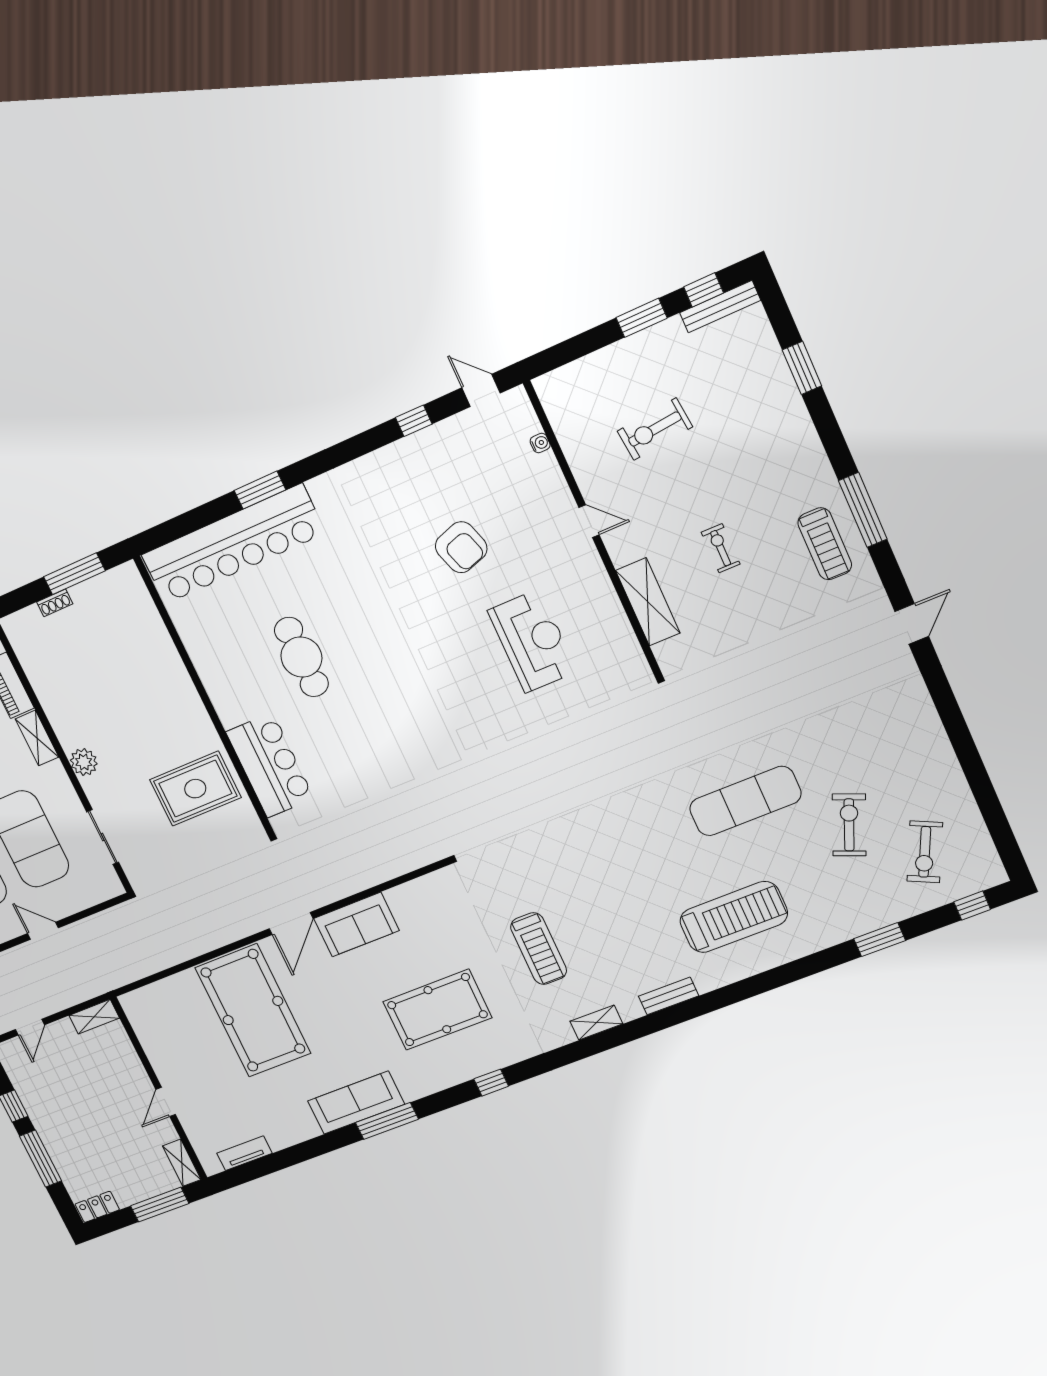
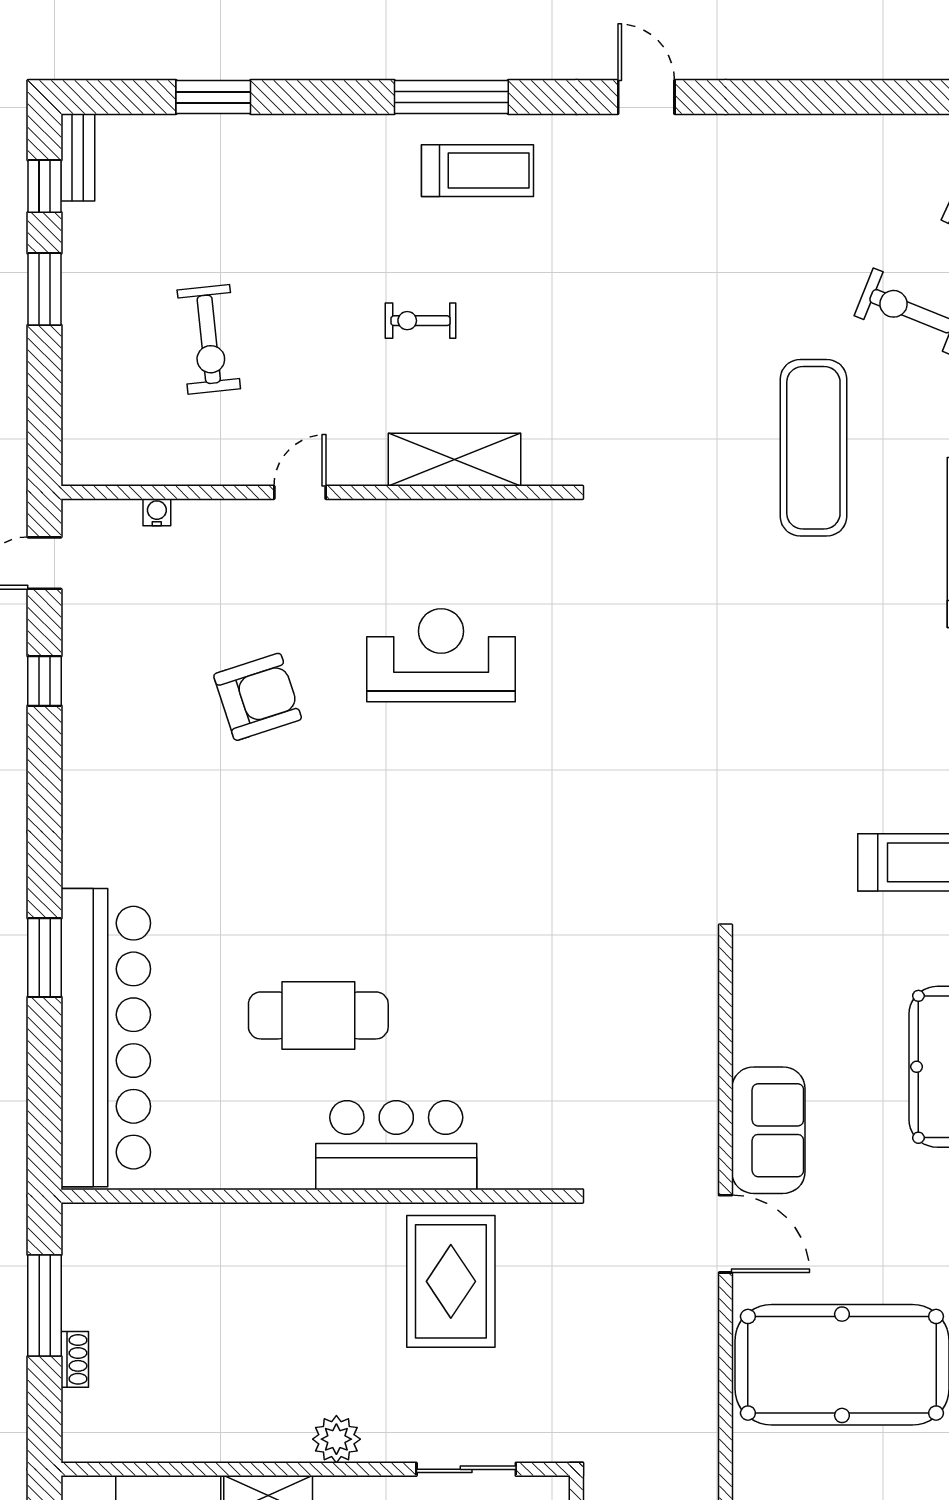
bench: (720, 307) -> (78, 157), width x0.73
bar counter: (270, 765) -> (396, 1145), moved

